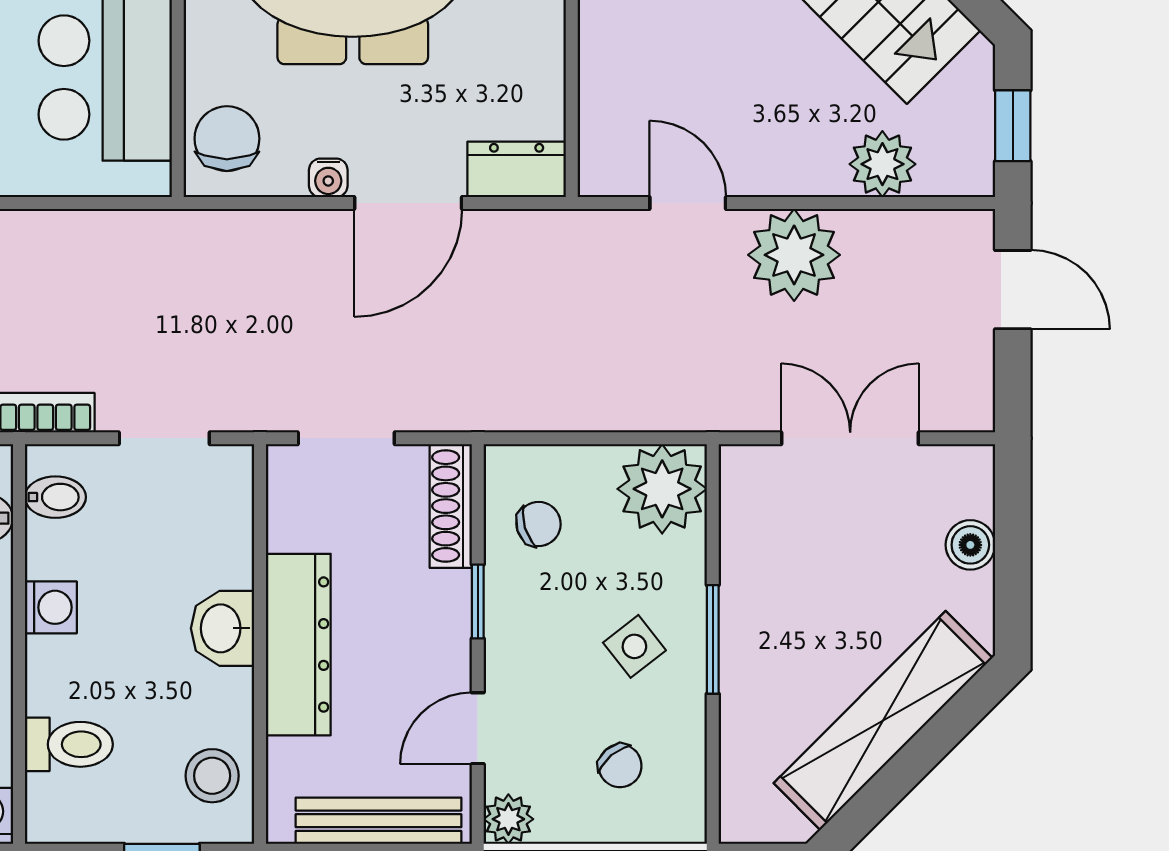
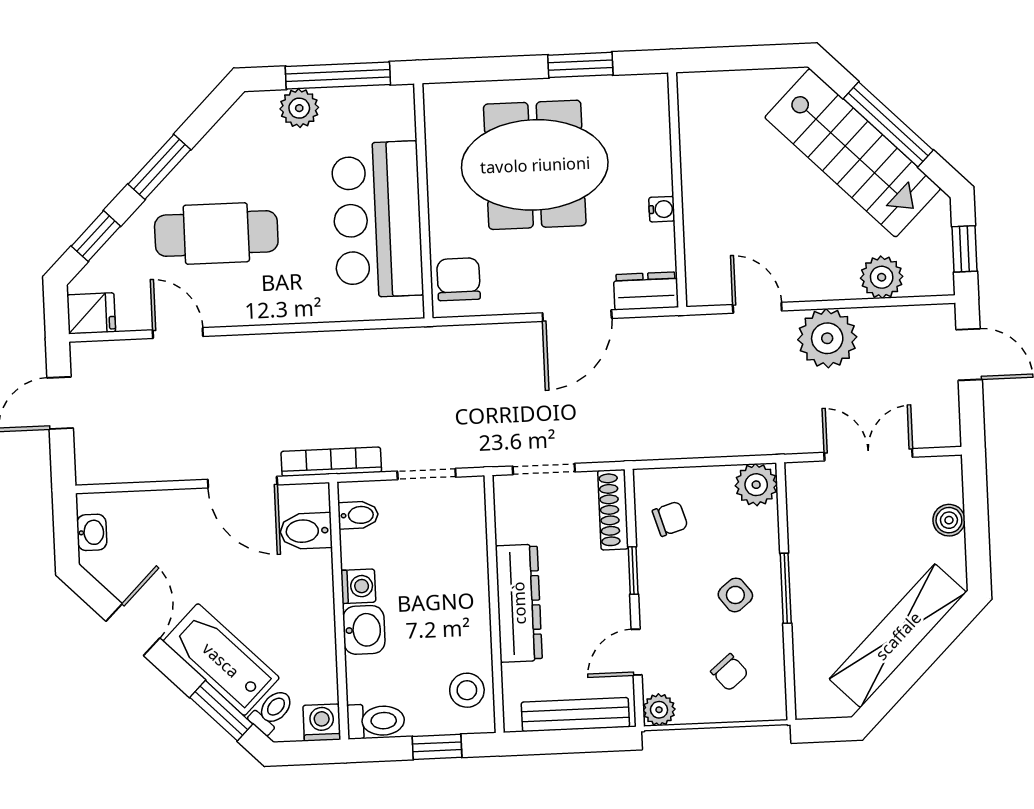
water cooler: (328, 178) -> (662, 209), moved, turned -90
plant: (662, 489) -> (756, 485), width x0.73, depth x0.73
washbasin: (223, 628) -> (364, 630), moved, turned 180
toilet: (69, 744) -> (376, 721), moved

